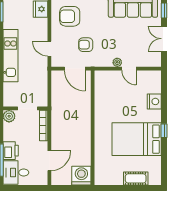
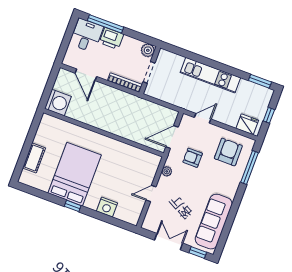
armchair: (86, 45) -> (193, 158), turned -90
plant: (117, 62) -> (167, 171), moved

